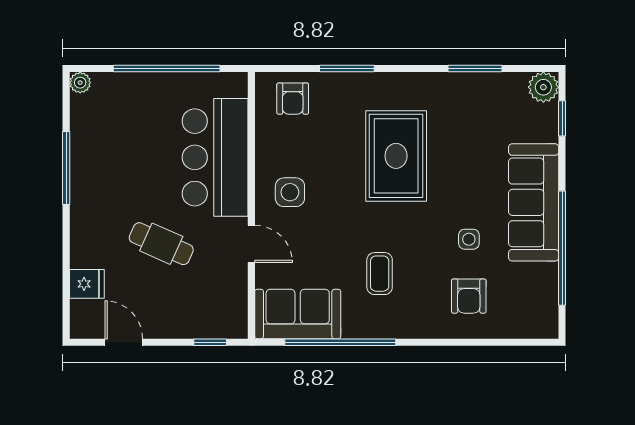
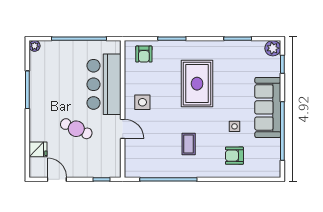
armchair: (469, 296) -> (234, 156), turned 90
sofa: (298, 314) -> (146, 165), removed

